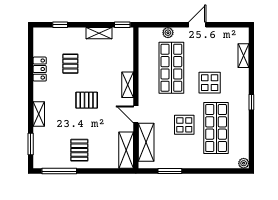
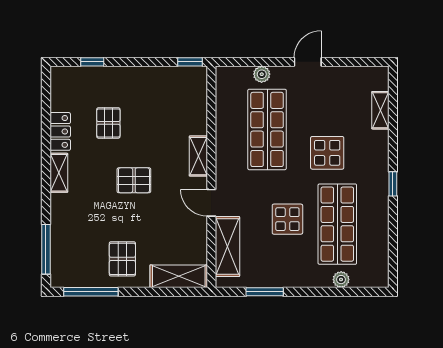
shelving: (99, 33) -> (153, 75), removed
shelving: (39, 114) -> (59, 173), moved
window: (31, 144) -> (46, 249), width x1.44
shelving: (126, 150) -> (179, 276), moved, turned 90
plant: (244, 163) -> (341, 280), moved

